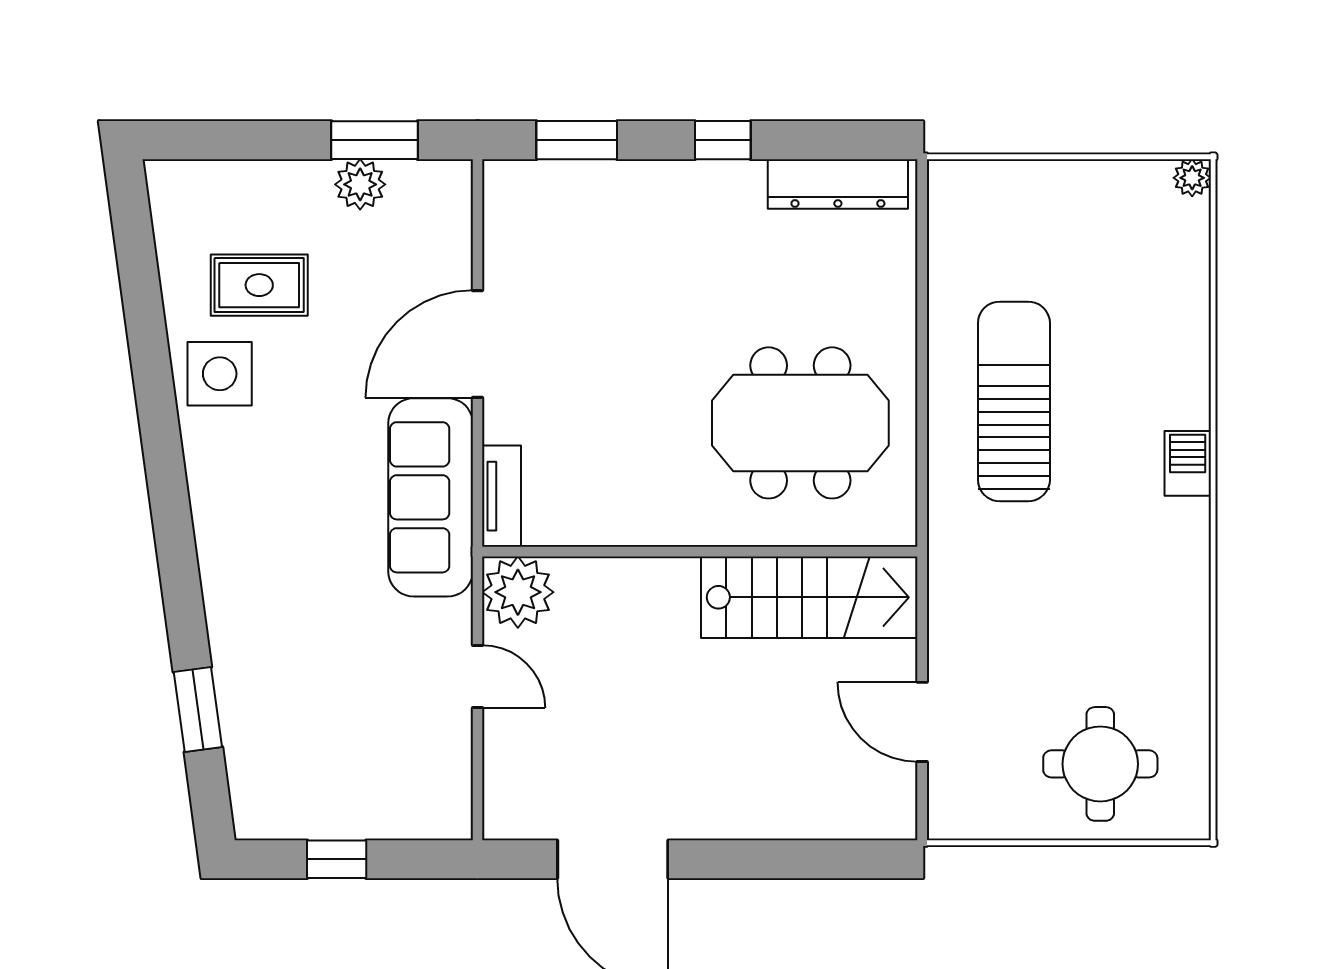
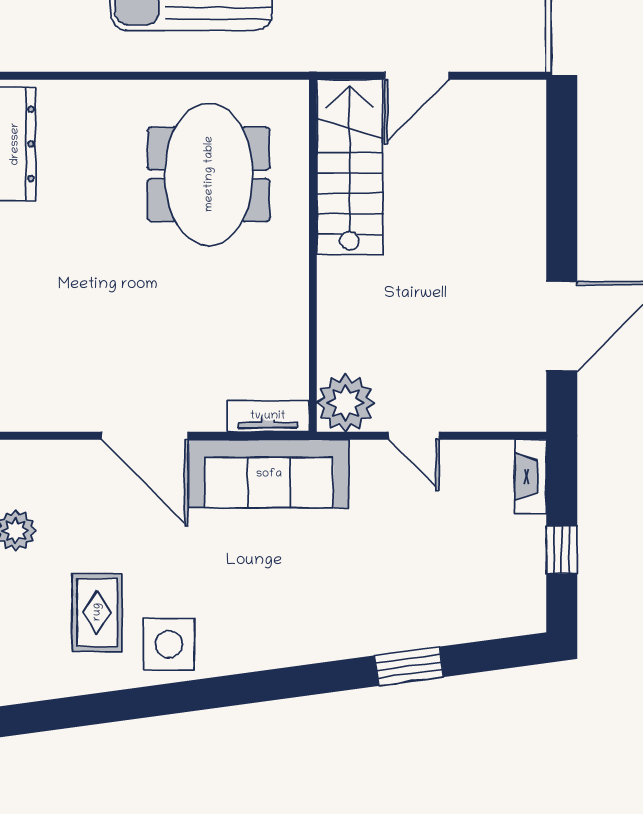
door: (477, 677) -> (414, 436), swing flipped
window: (198, 709) -> (409, 666), moved
door: (922, 722) -> (417, 76), moved
fireplace: (427, 821) -> (531, 476), added

